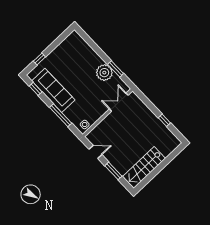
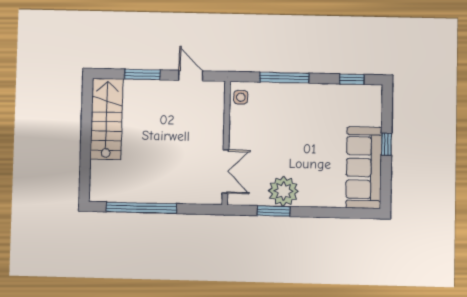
window: (39, 59) -> (386, 144), moved
sofa: (53, 90) -> (364, 168), moved, turned 90
window: (164, 120) -> (141, 208), width x3.17
door: (95, 152) -> (191, 76), swing flipped

